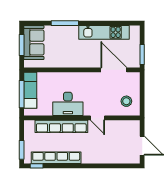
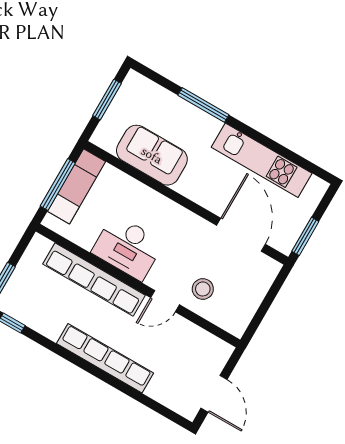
sofa: (34, 42) -> (152, 155), moved, turned -90
stool: (126, 101) -> (203, 289), moved
door: (98, 118) -> (165, 301), hinge flipped
row of seats: (56, 158) -> (105, 358), moved

